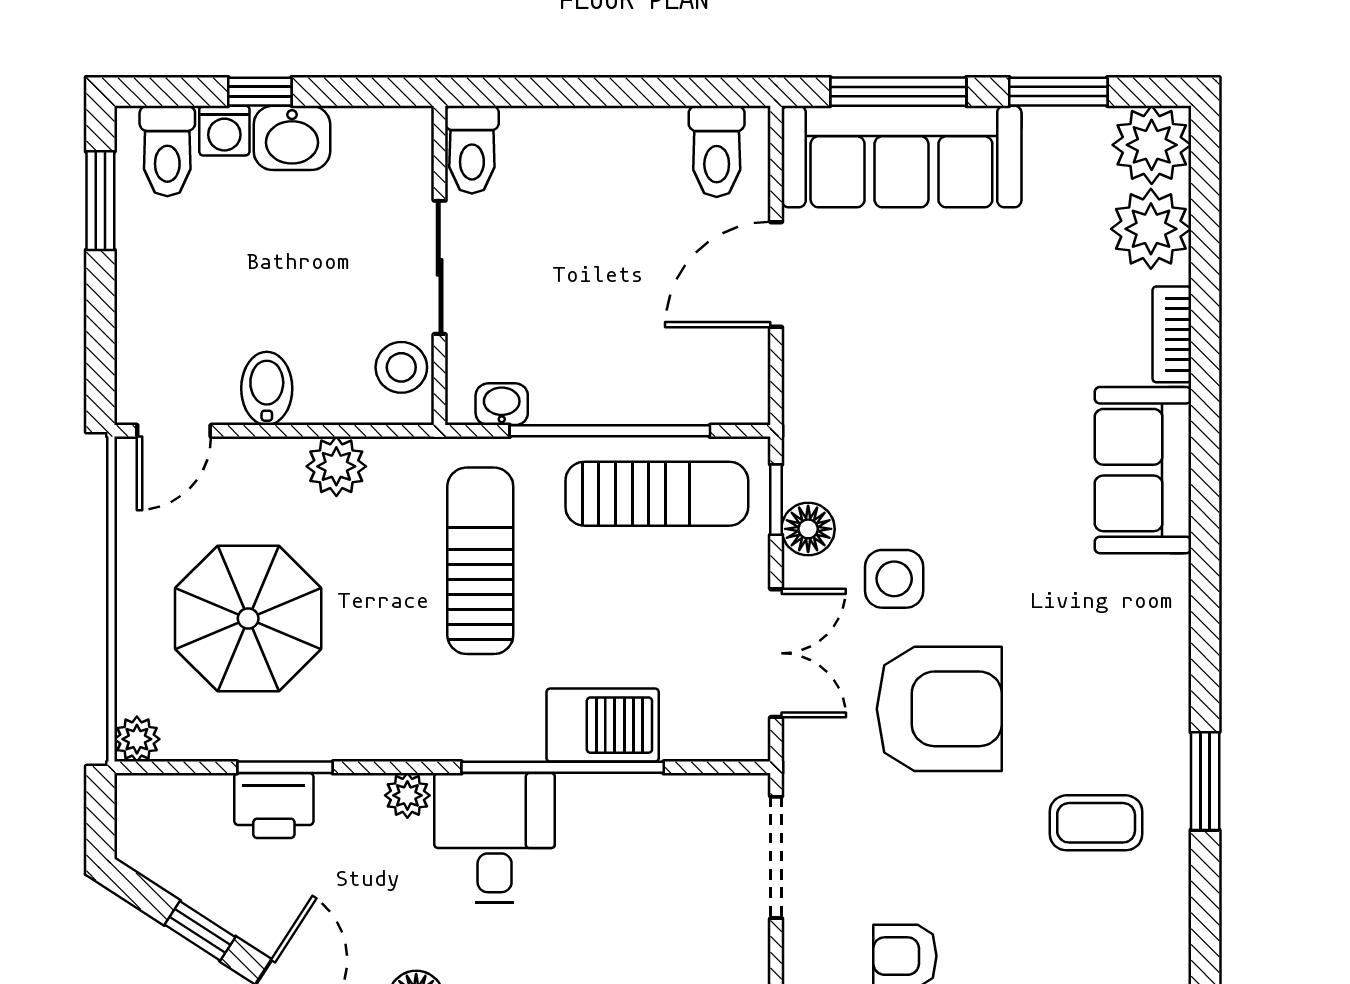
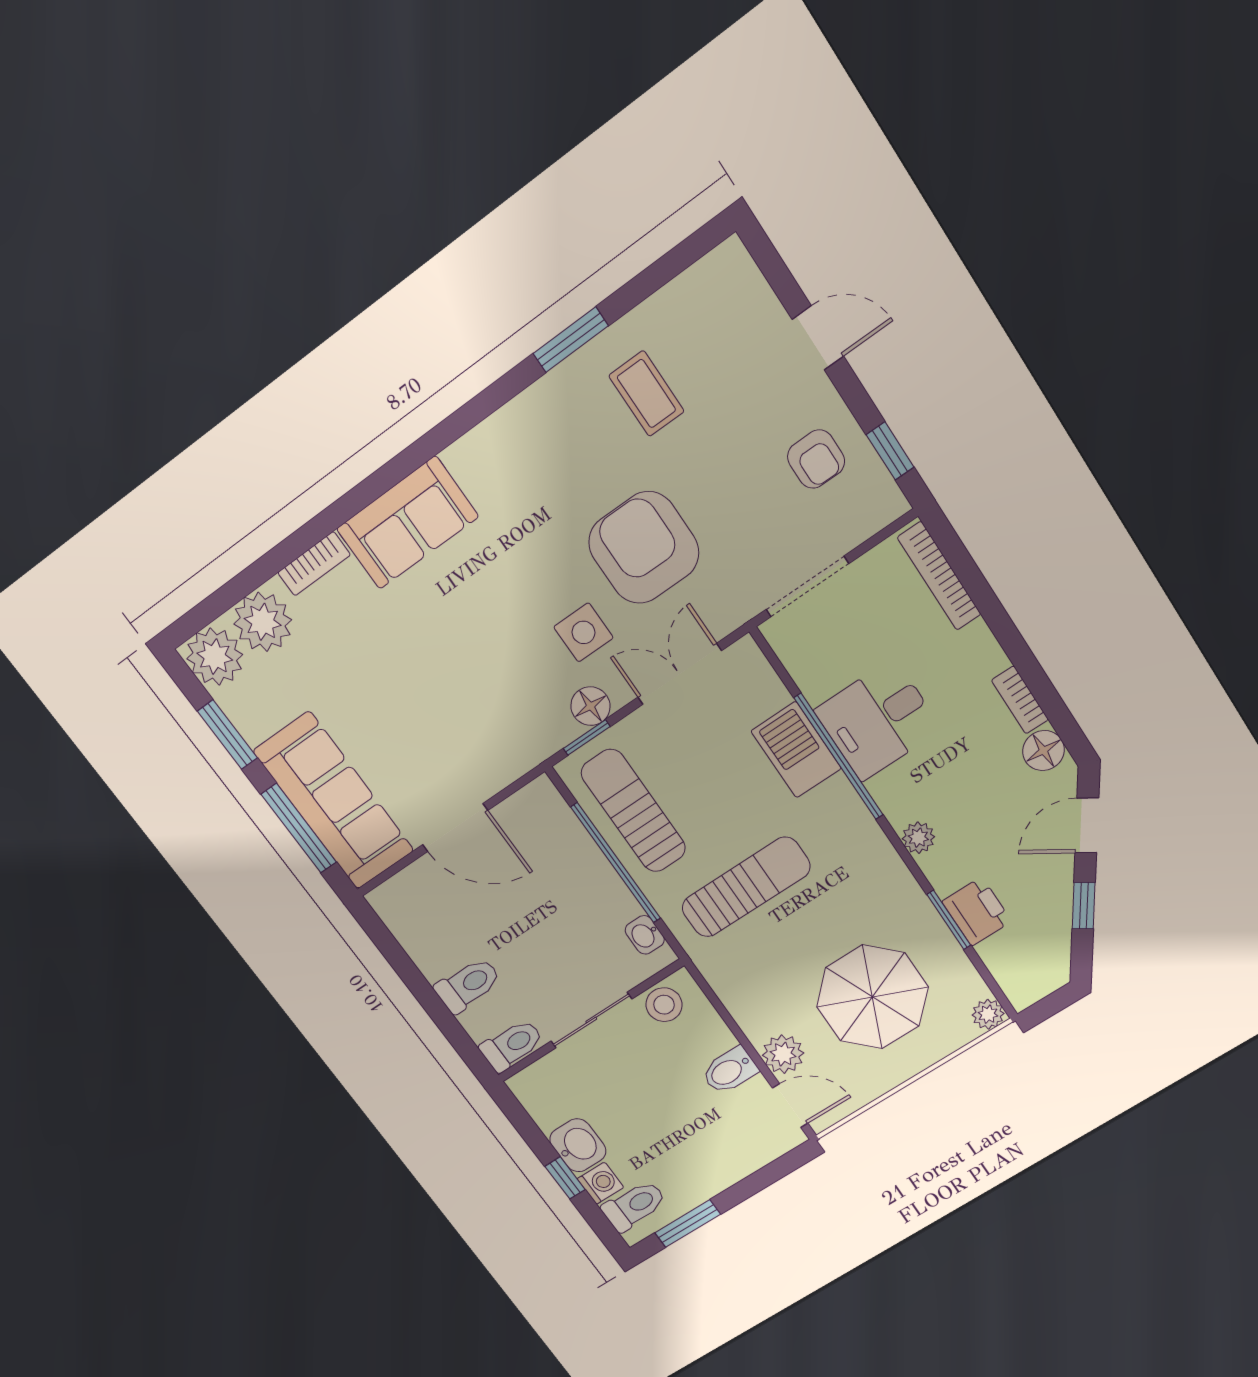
toilet: (717, 151) -> (468, 985), moved
plant: (336, 466) -> (783, 1054), moved
sun lounger: (480, 561) -> (746, 887), turned 180
desk: (495, 838) -> (878, 720), moved

